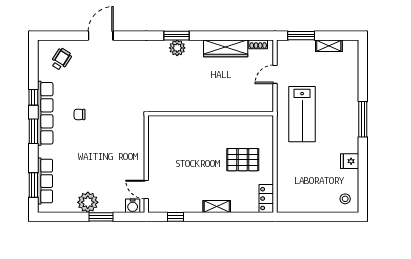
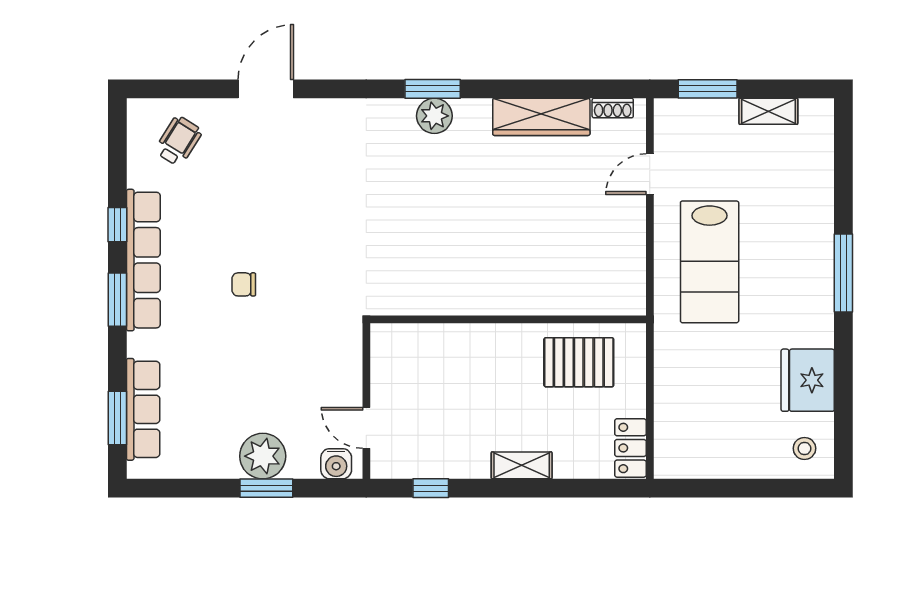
chair: (80, 114) -> (244, 284), moved
wall: (211, 114) -> (508, 319), moved
fridge: (350, 161) -> (808, 380), width x1.88, depth x1.34
plant: (88, 202) -> (263, 456), moved

